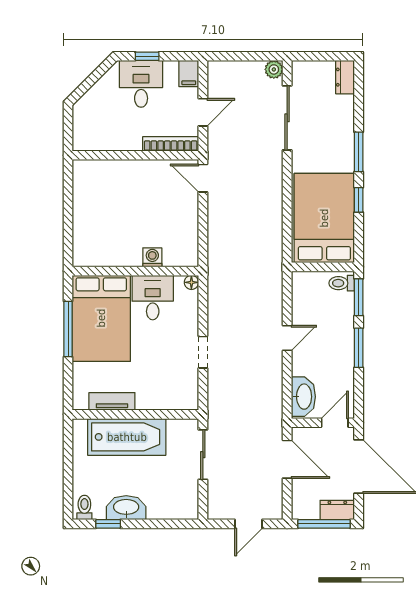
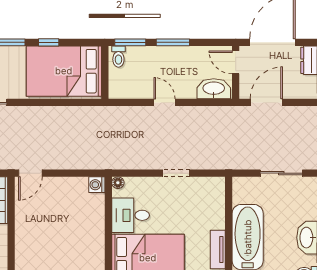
washing machine: (152, 257) -> (97, 185), moved
sliding door: (203, 455) -> (281, 173), moved

